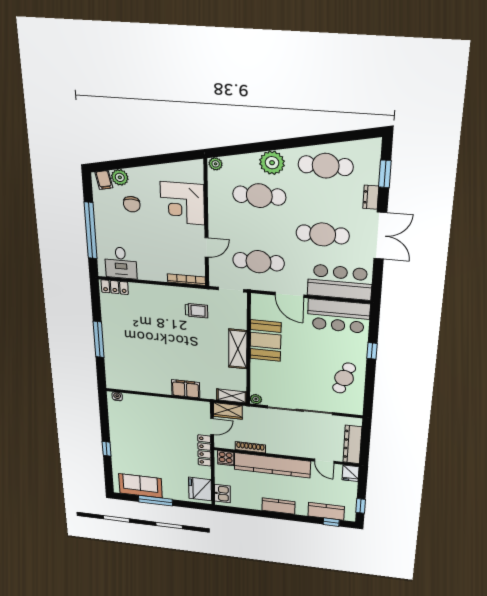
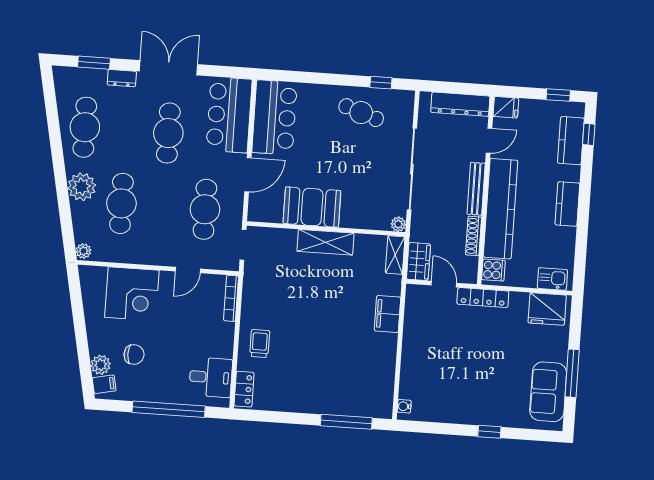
door: (207, 247) -> (188, 270), swing flipped
trolley: (197, 311) -> (260, 343), moved
window: (99, 339) -> (346, 422), moved
window: (372, 351) -> (381, 83), moved
bench: (287, 451) -> (476, 189), added

